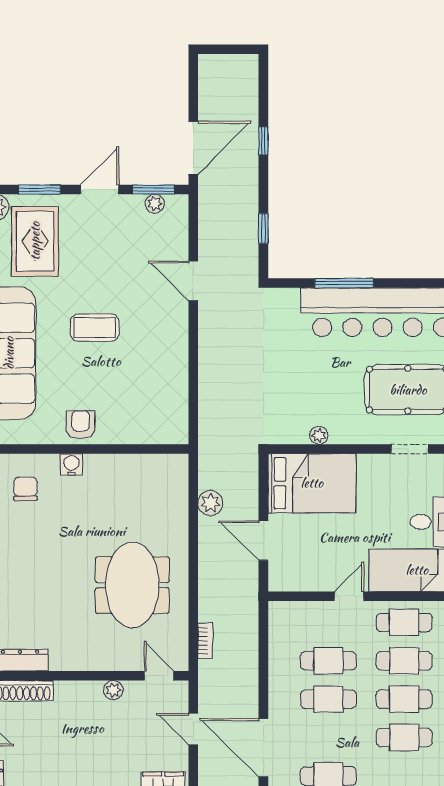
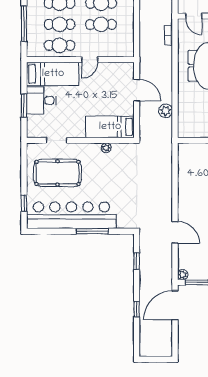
plant: (155, 204) -> (183, 275), moved
bed: (312, 483) -> (110, 127), width x0.67

